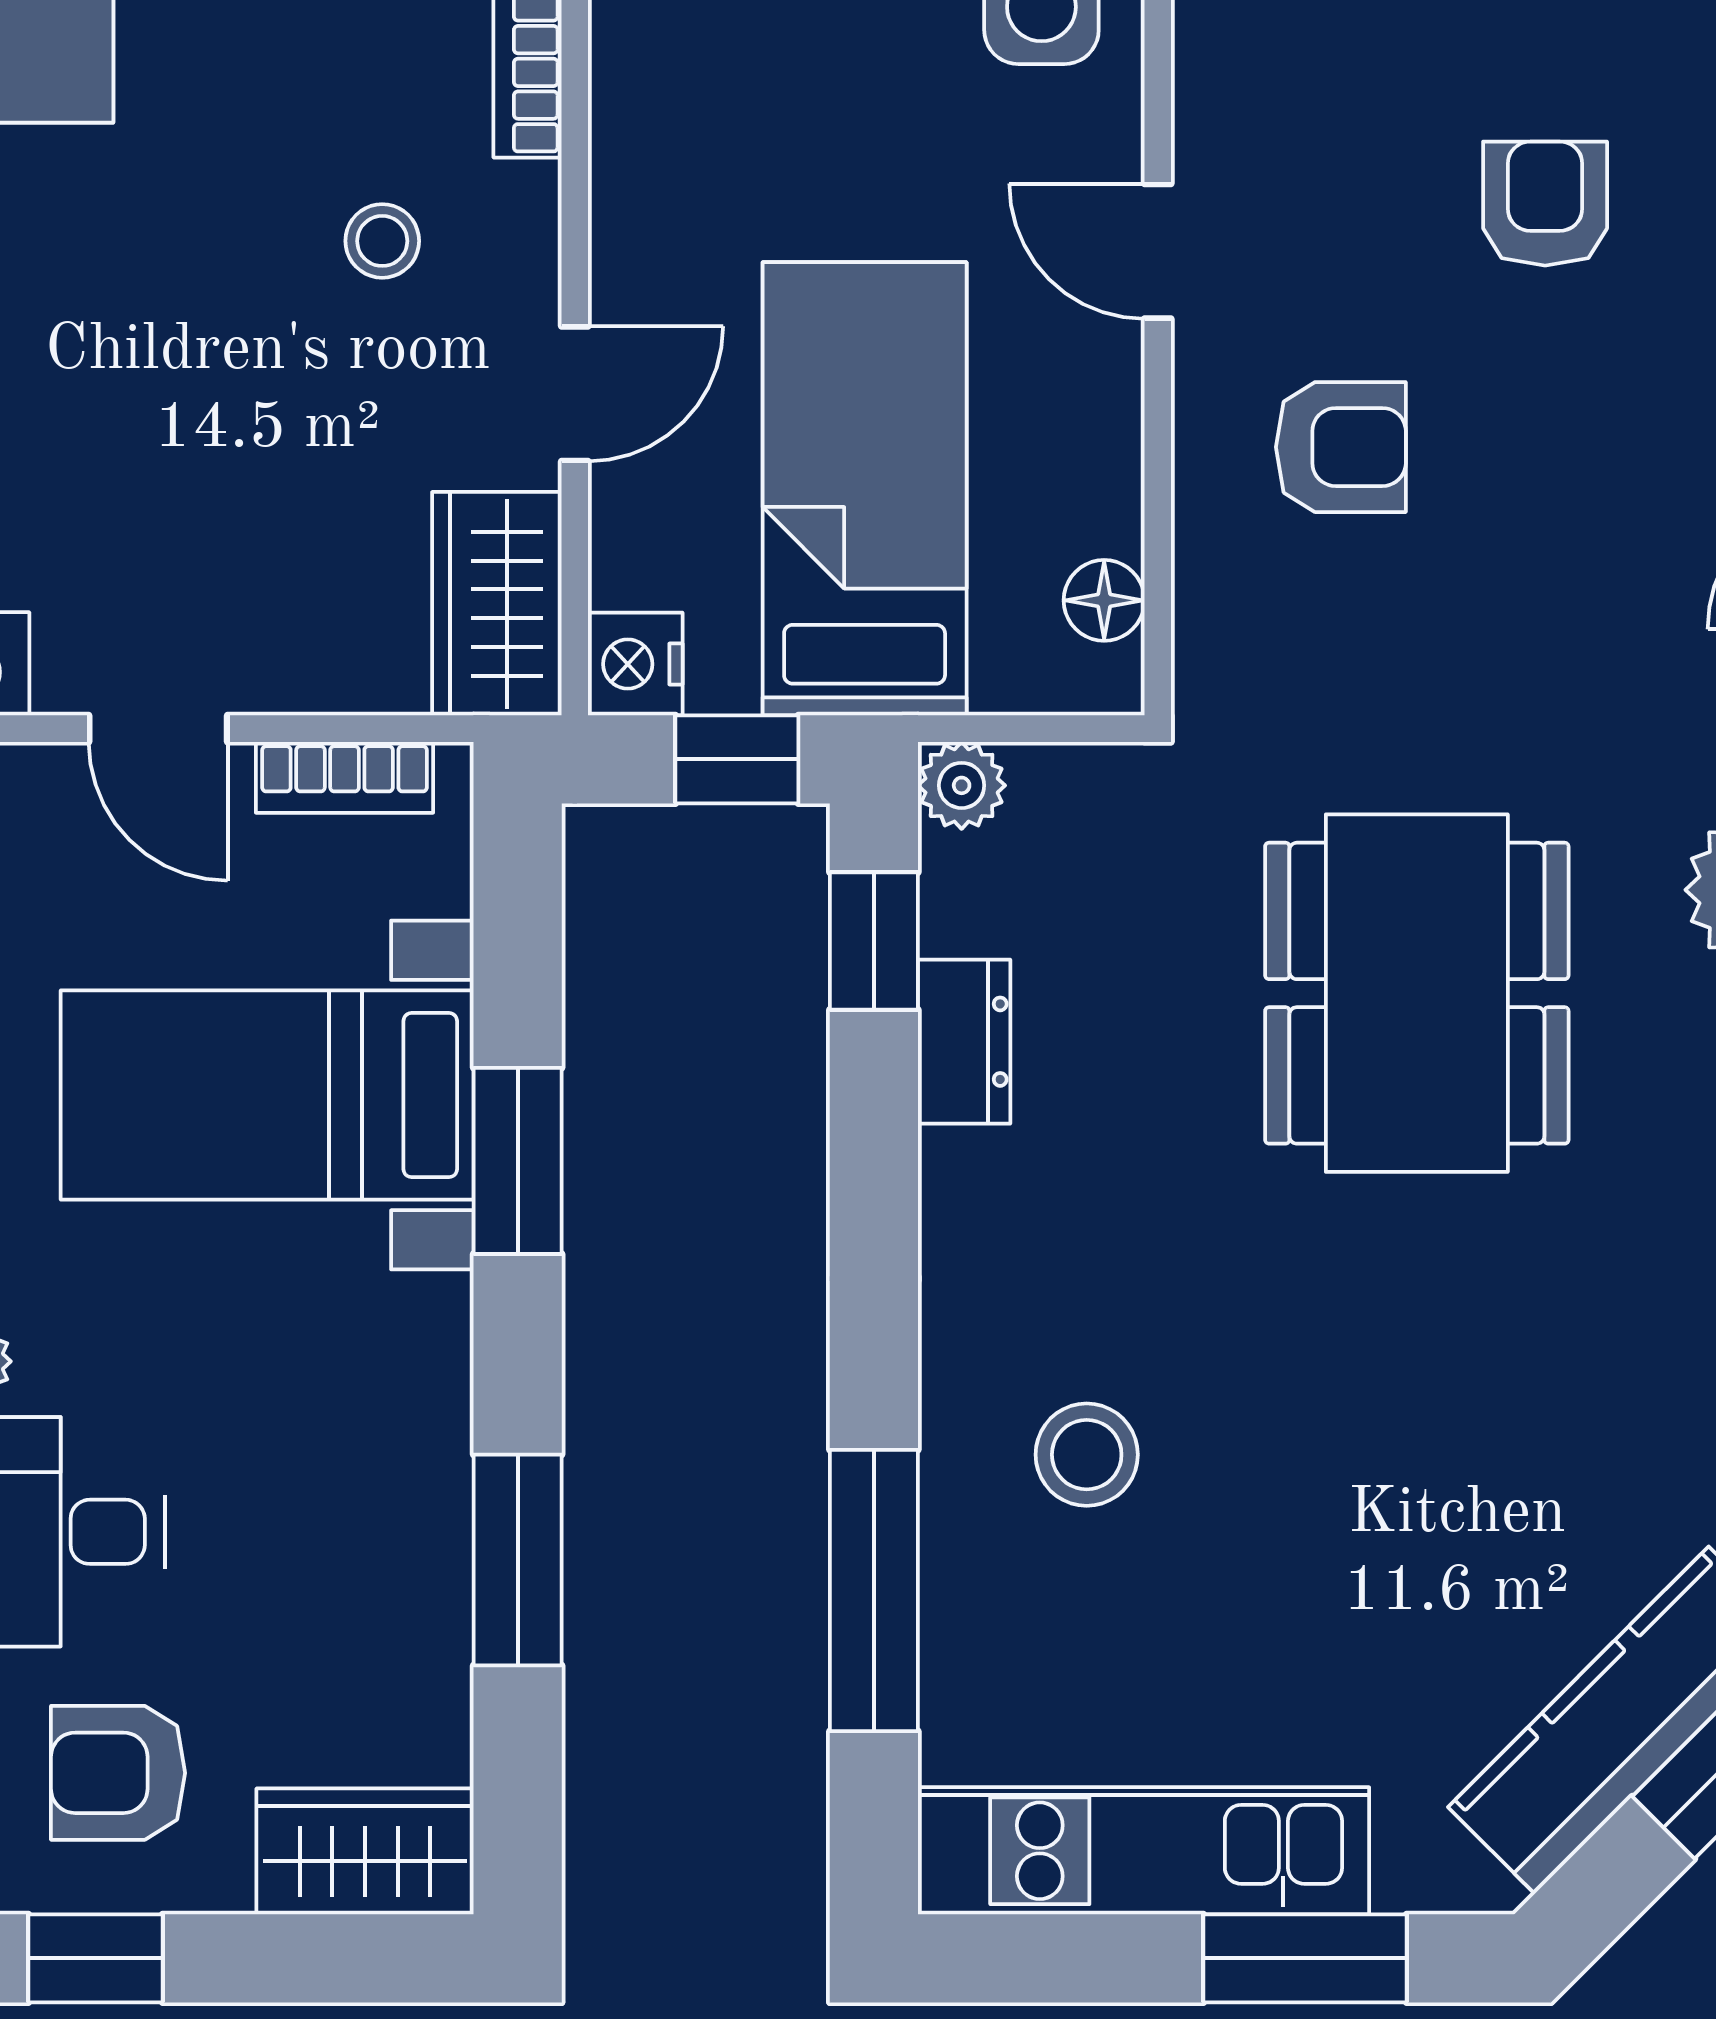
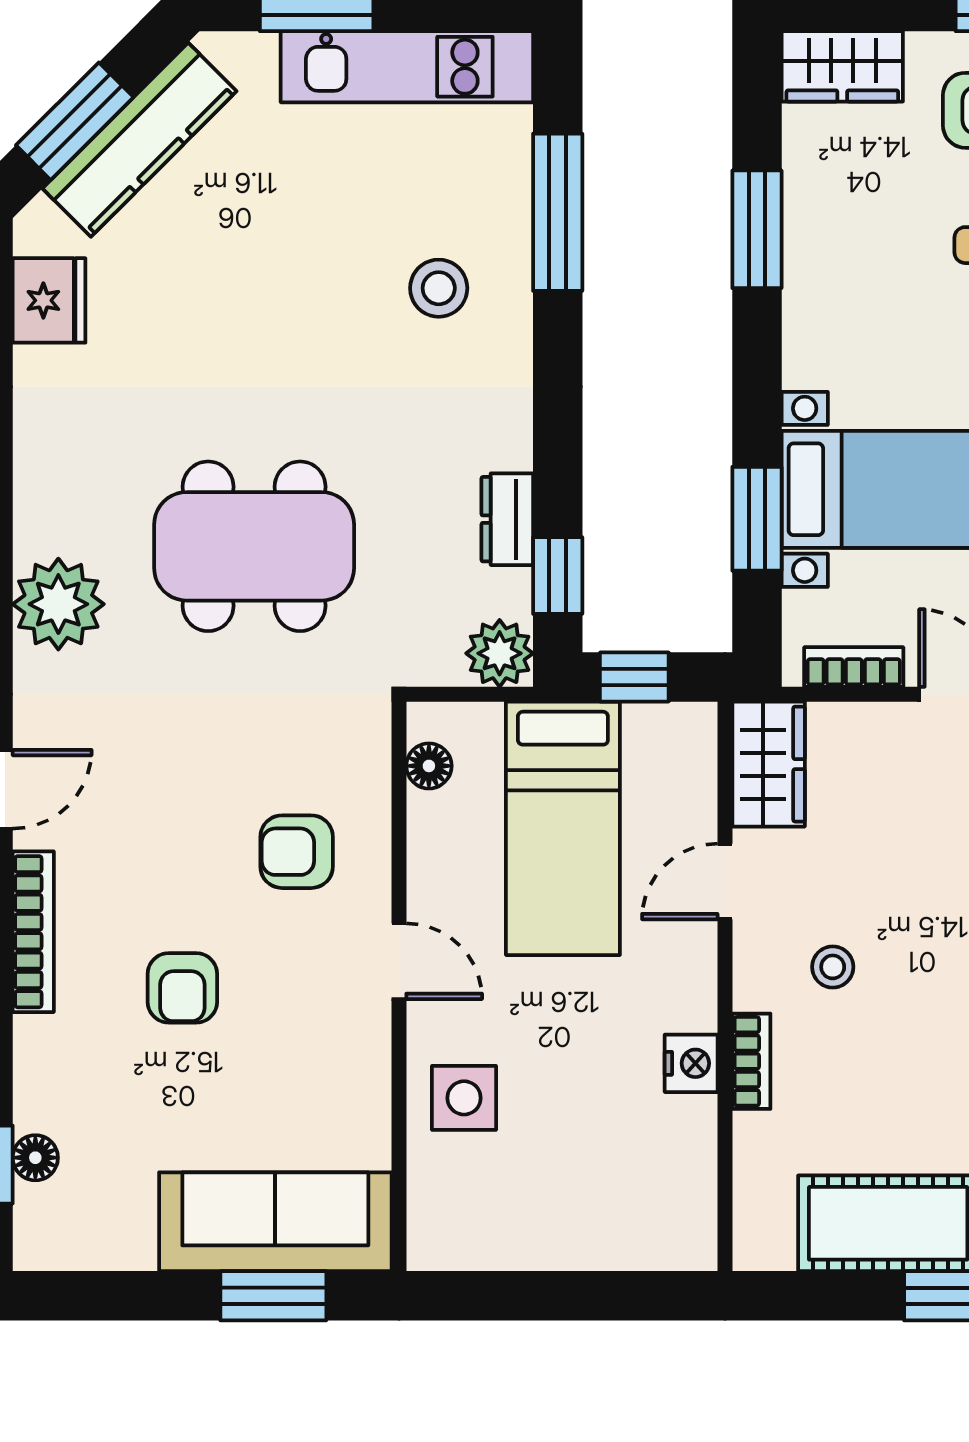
nightstand: (635, 664) -> (691, 1063), moved
plant: (962, 785) -> (500, 653), width x1.38, depth x1.38
dining table: (1417, 993) -> (254, 546), turned 90
window: (518, 1161) -> (757, 519), moved

